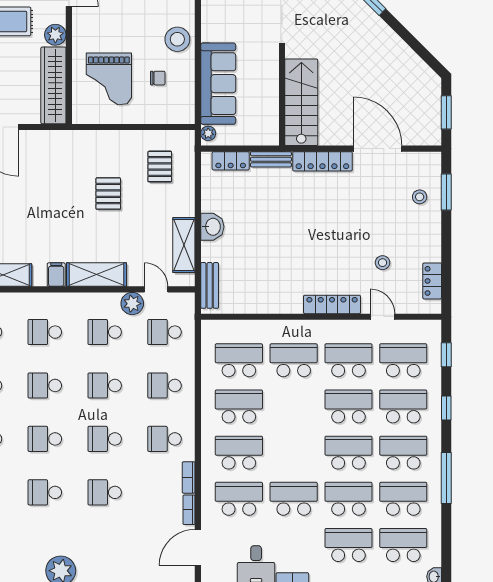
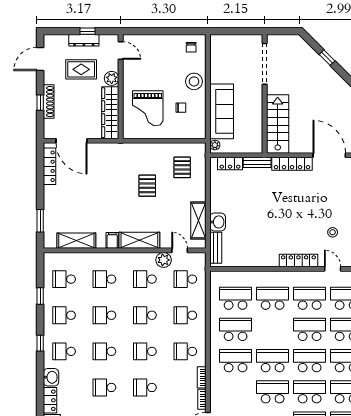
washbasin: (212, 227) -> (218, 222), moved
school desk: (239, 499) -> (273, 361), moved

